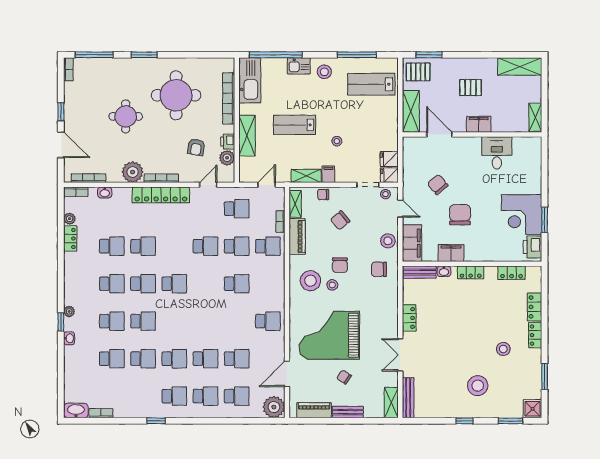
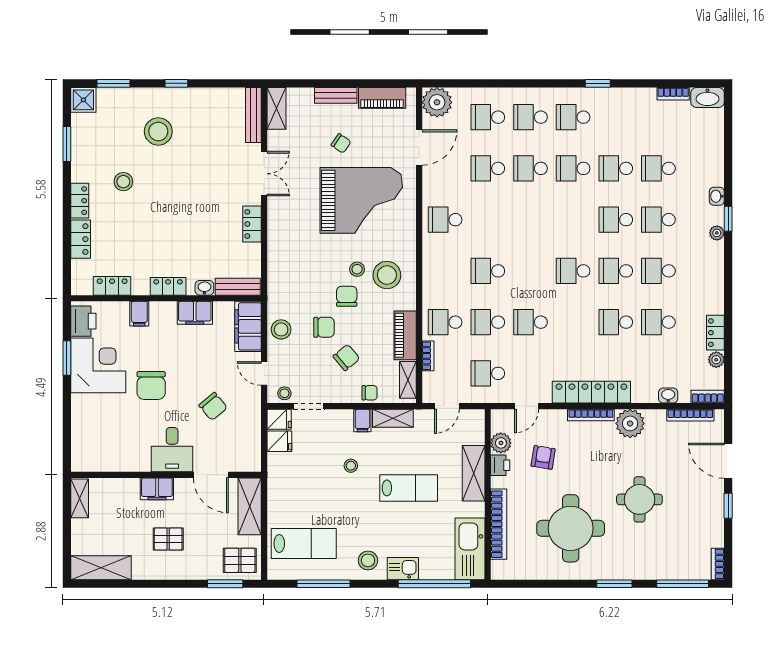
desk: (497, 153) -> (172, 450), moved
chair: (460, 215) -> (151, 385), moved
filing cabinet: (492, 252) -> (139, 314), added
chair: (379, 269) -> (324, 327), moved

